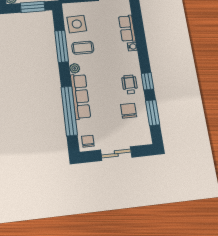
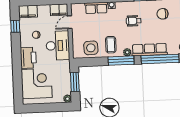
window: (62, 46) -> (121, 61), moved
wheelchair: (130, 84) -> (134, 21), moved

